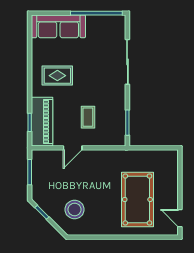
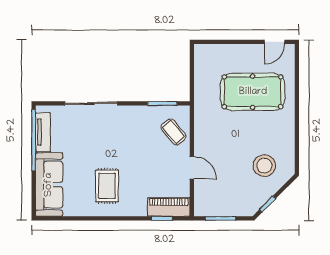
tv unit: (103, 21) -> (43, 132), added
coffee table: (88, 117) -> (173, 132), moved, turned 51
piano: (42, 122) -> (169, 207), width x0.73, depth x0.75

